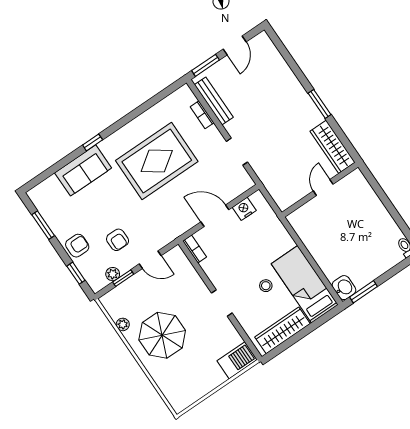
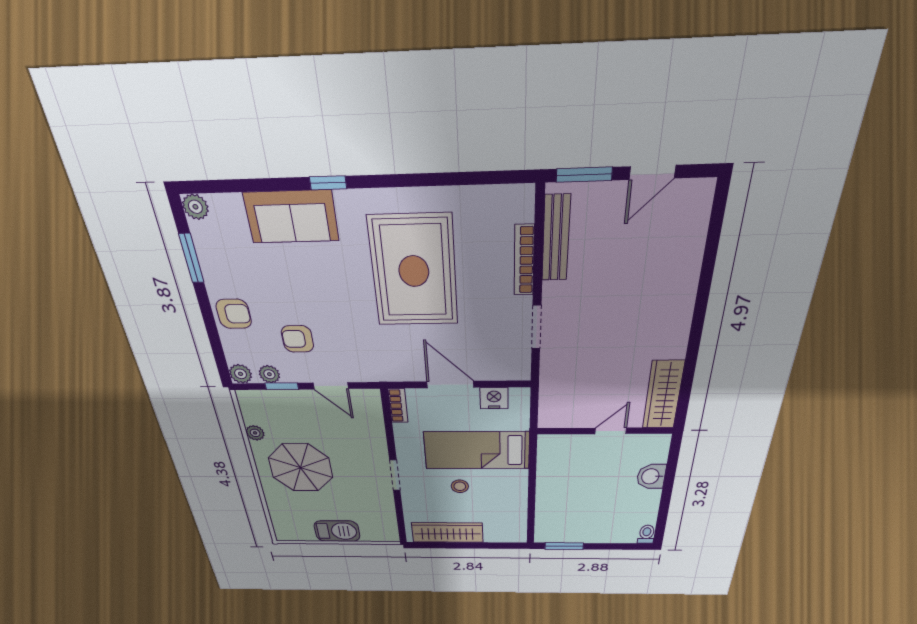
window: (320, 104) -> (695, 335), removed
bookcase: (202, 115) -> (524, 260), width x1.56
rug: (157, 161) -> (414, 271), turned 90
plant: (35, 194) -> (195, 207), added
armchair: (118, 240) -> (297, 339), turned 90
window: (76, 273) -> (216, 346), removed
plant: (97, 284) -> (241, 374), added
bed: (305, 284) -> (477, 450), moved, turned -90
washbasin: (344, 288) -> (651, 476), moved, turned 180
barbecue: (237, 360) -> (337, 531), moved

